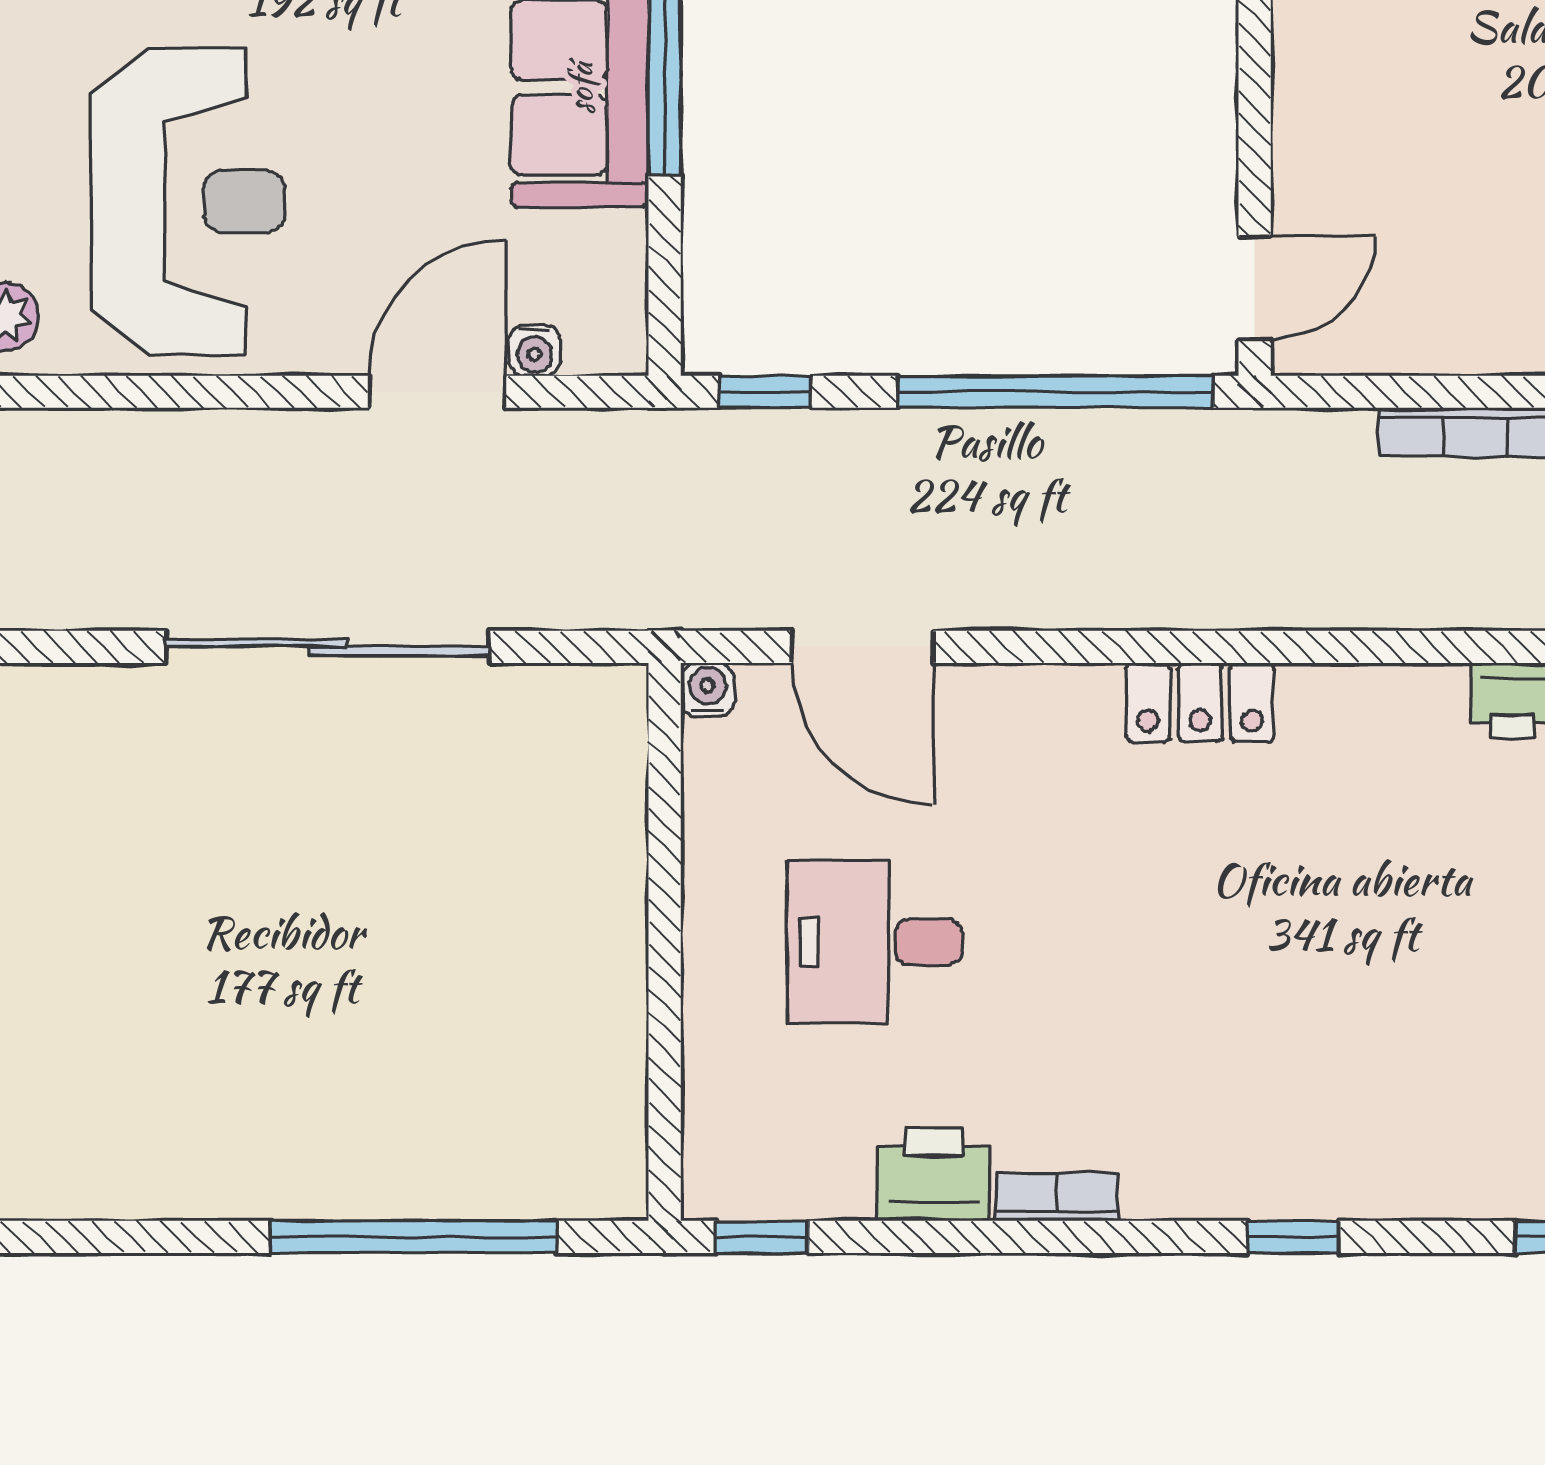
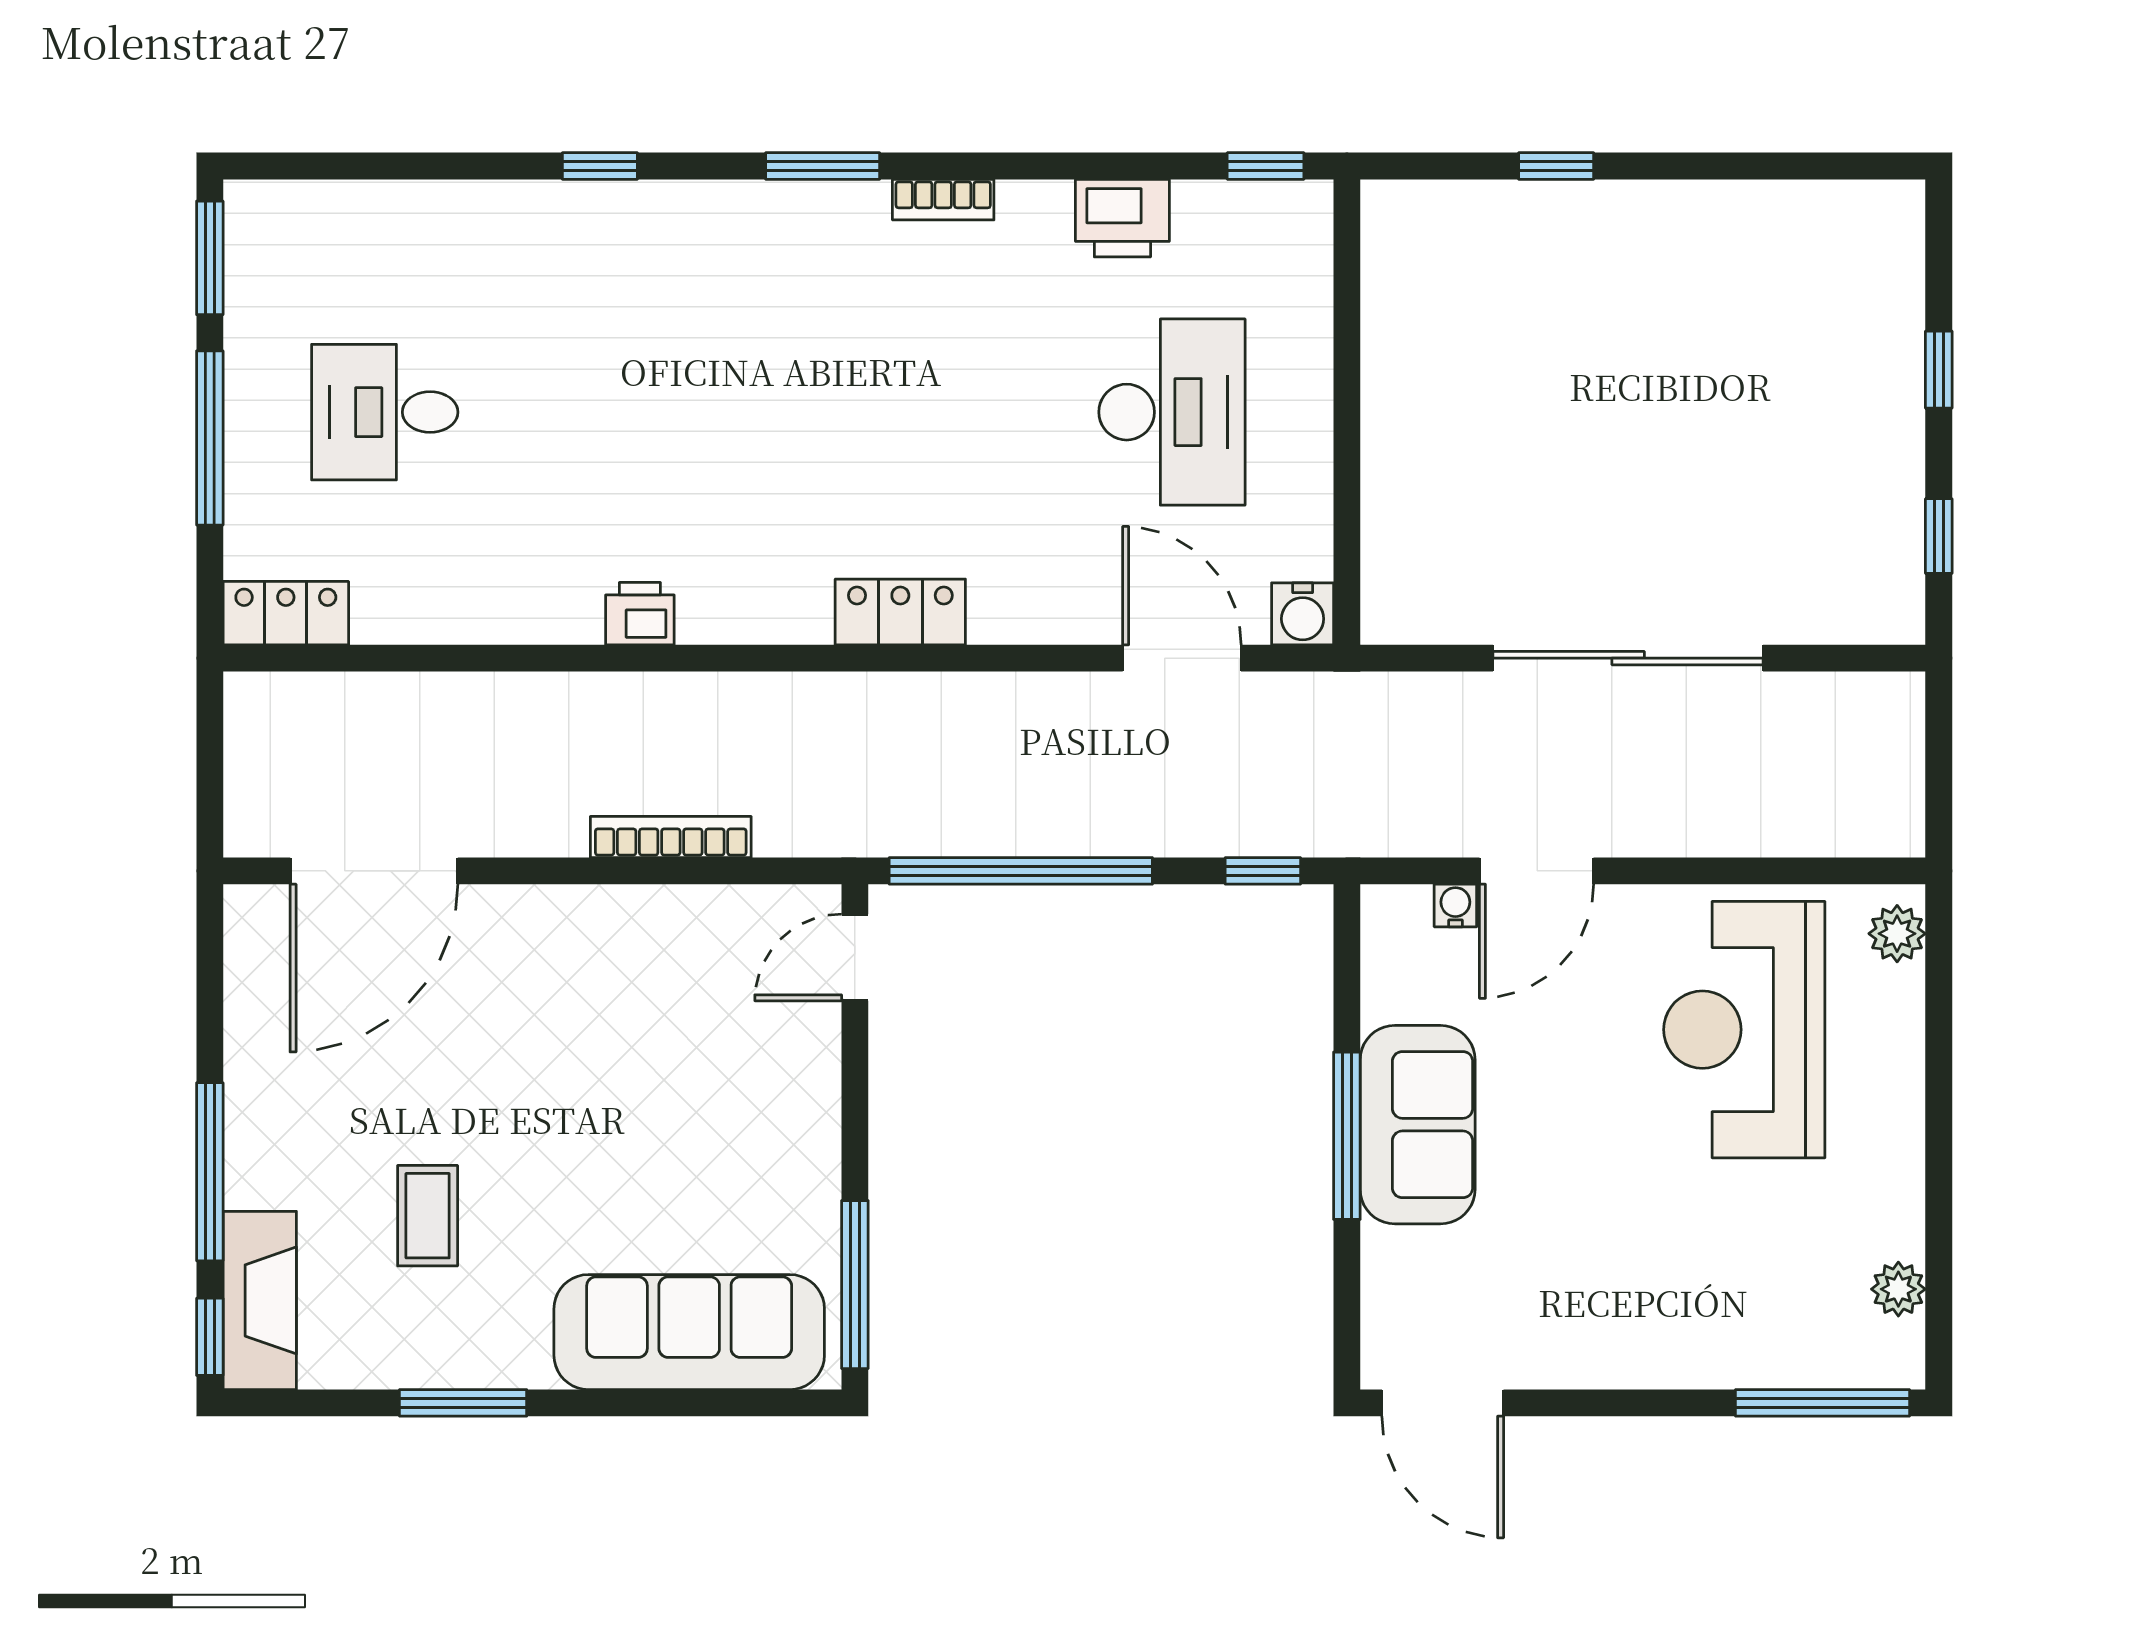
water cooler: (707, 690) -> (1303, 614), width x1.38, depth x1.38
desk: (874, 942) -> (1172, 412), width x1.37
bookcase: (1057, 1197) -> (943, 200), moved
window: (414, 1237) -> (1556, 166), width x0.32
window: (1293, 1237) -> (823, 166), width x1.50

